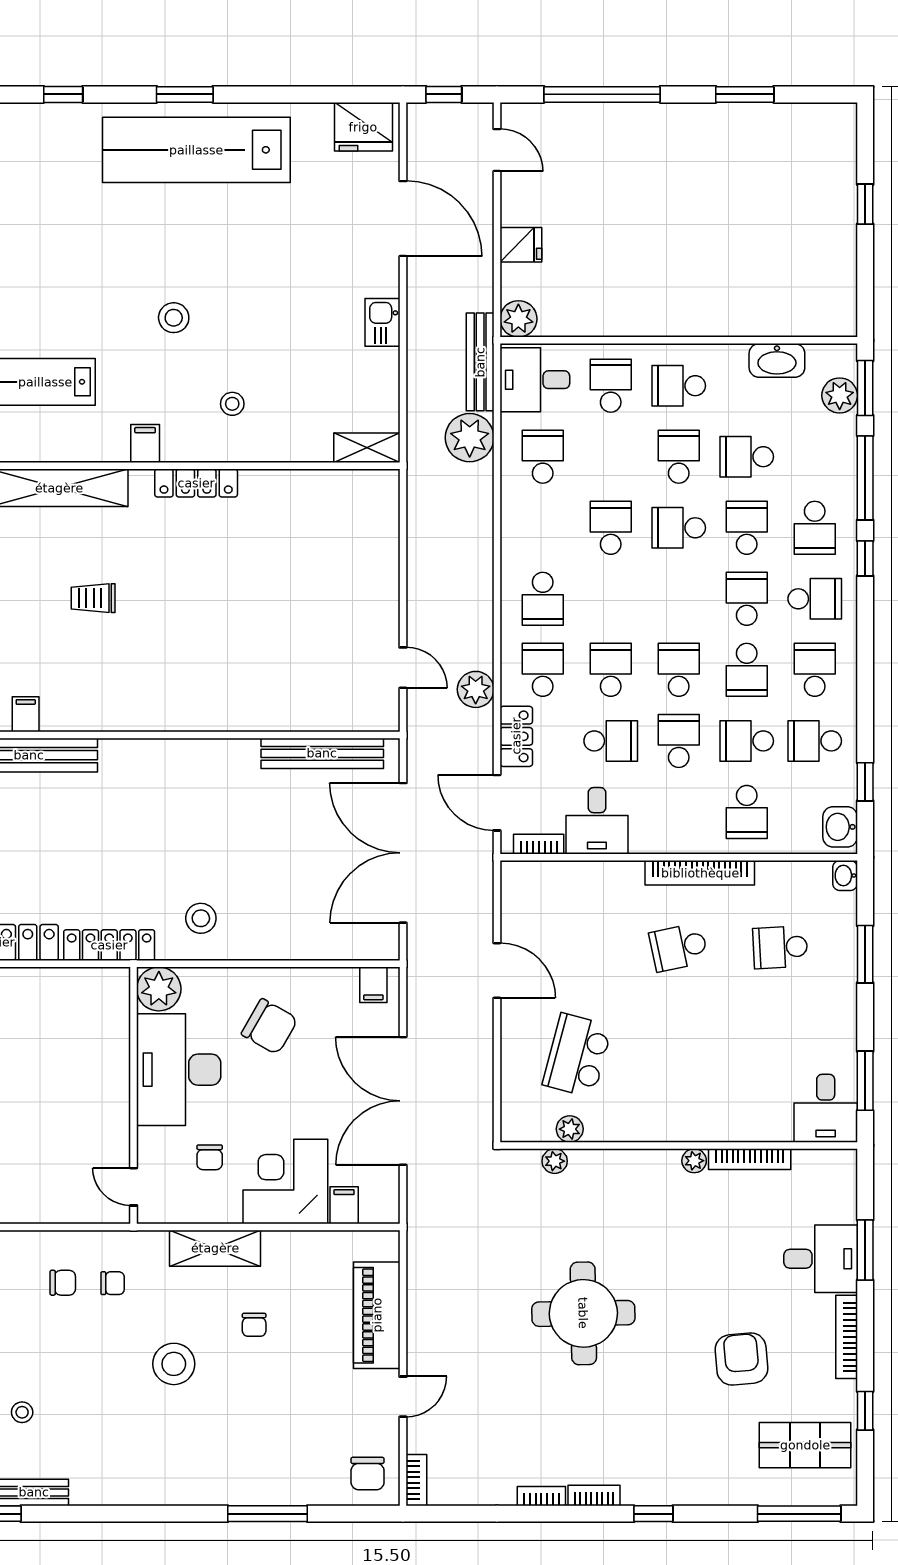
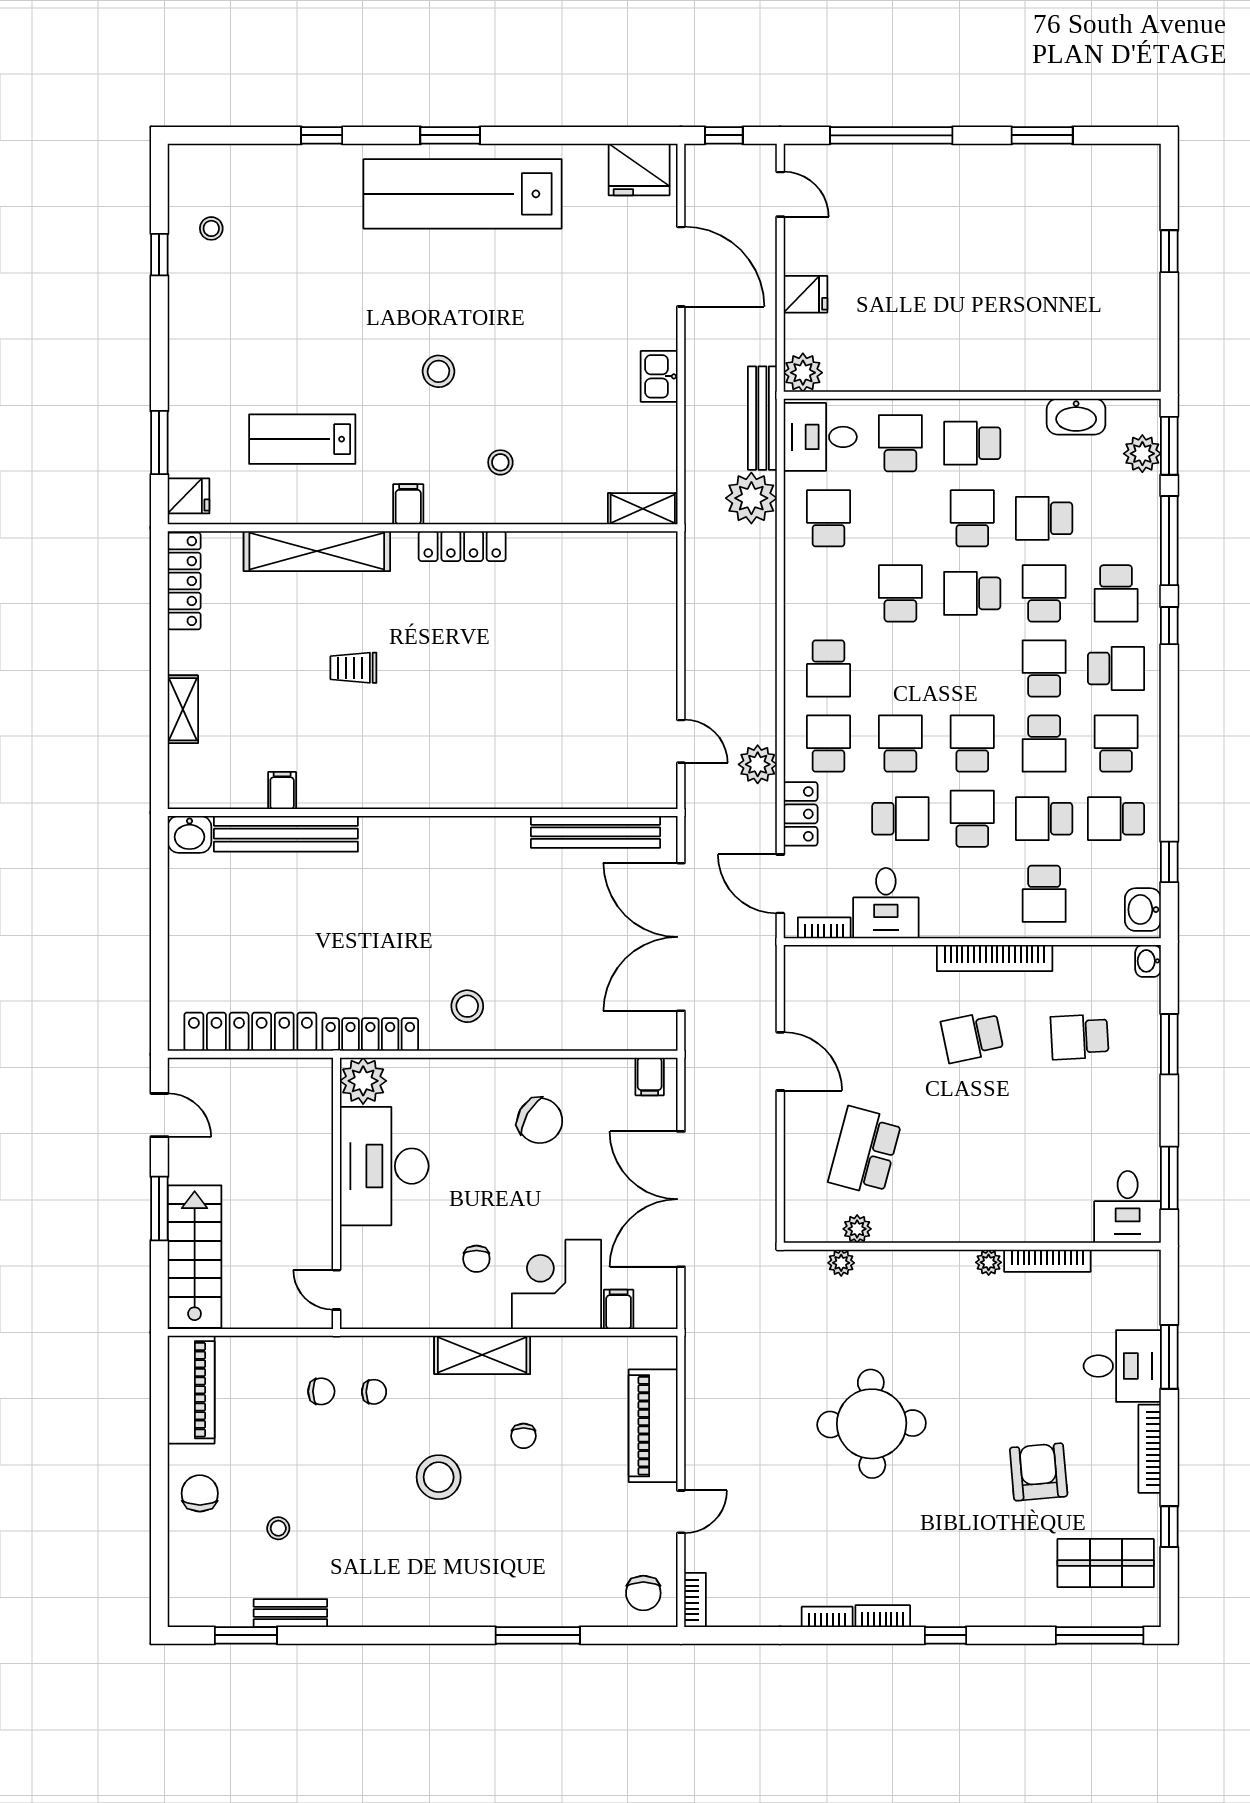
plant: (159, 989) -> (363, 1081), moved
desk: (179, 1070) -> (384, 1166), moved
wall: (134, 1095) -> (337, 1193), moved
door: (134, 1187) -> (337, 1290), moved

